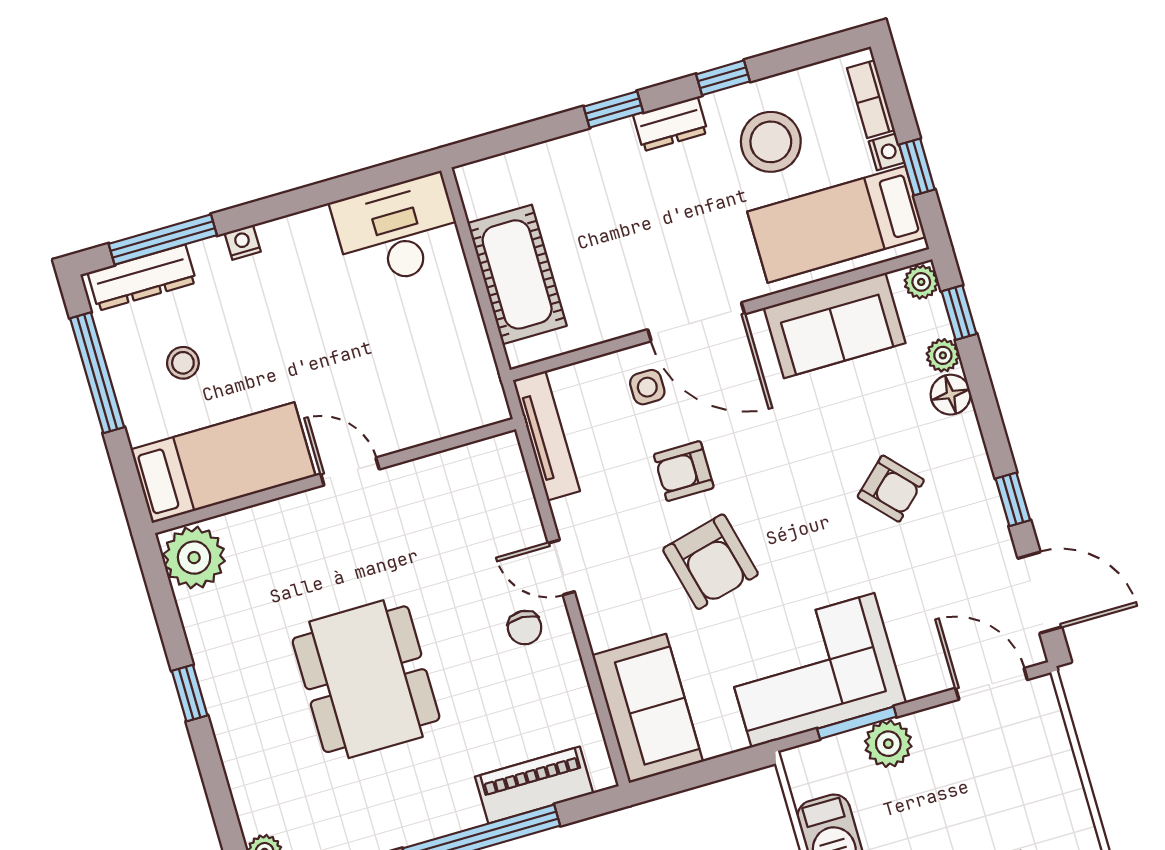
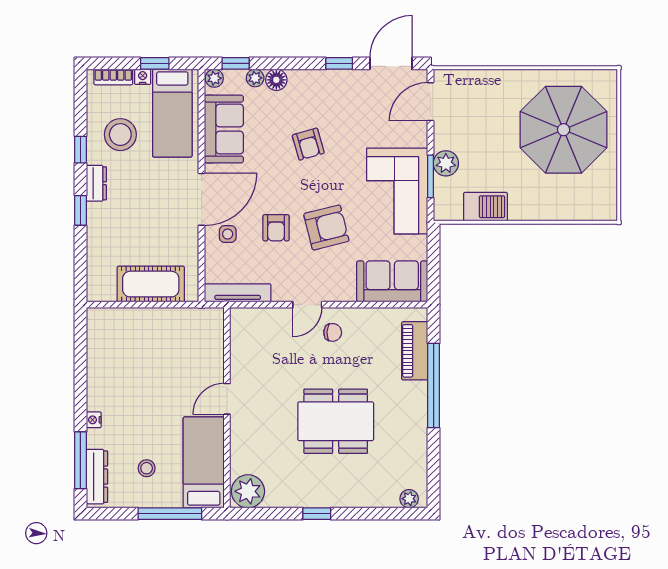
desk: (398, 231) -> (111, 339), removed
window: (97, 373) -> (170, 514), moved
armchair: (891, 489) -> (308, 144), moved, turned 117

